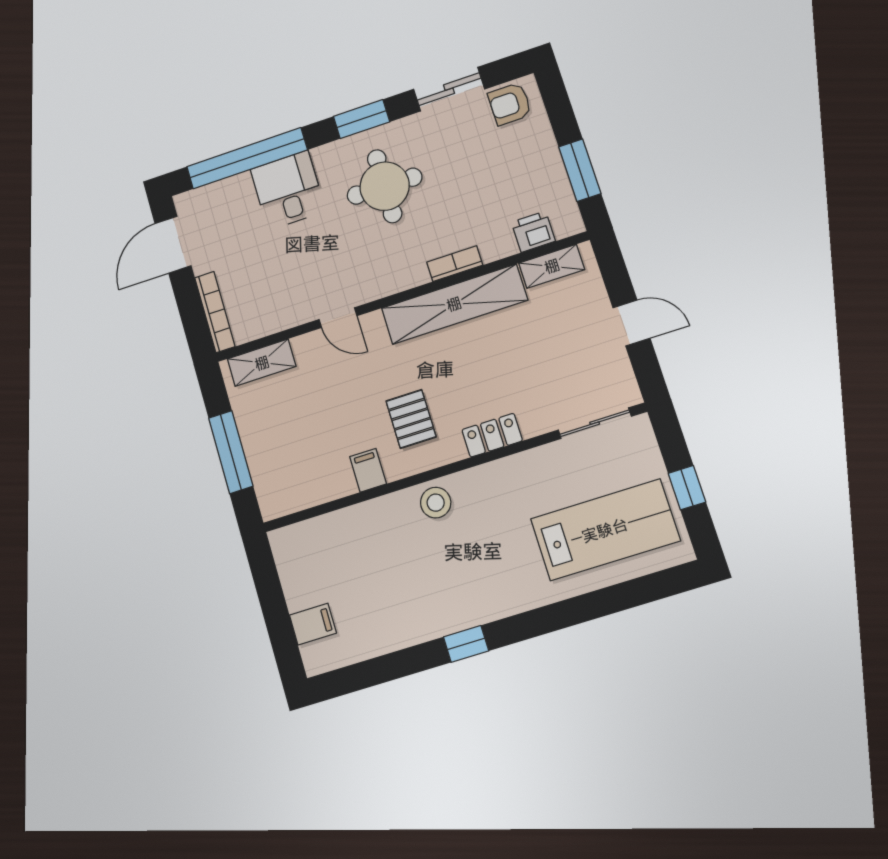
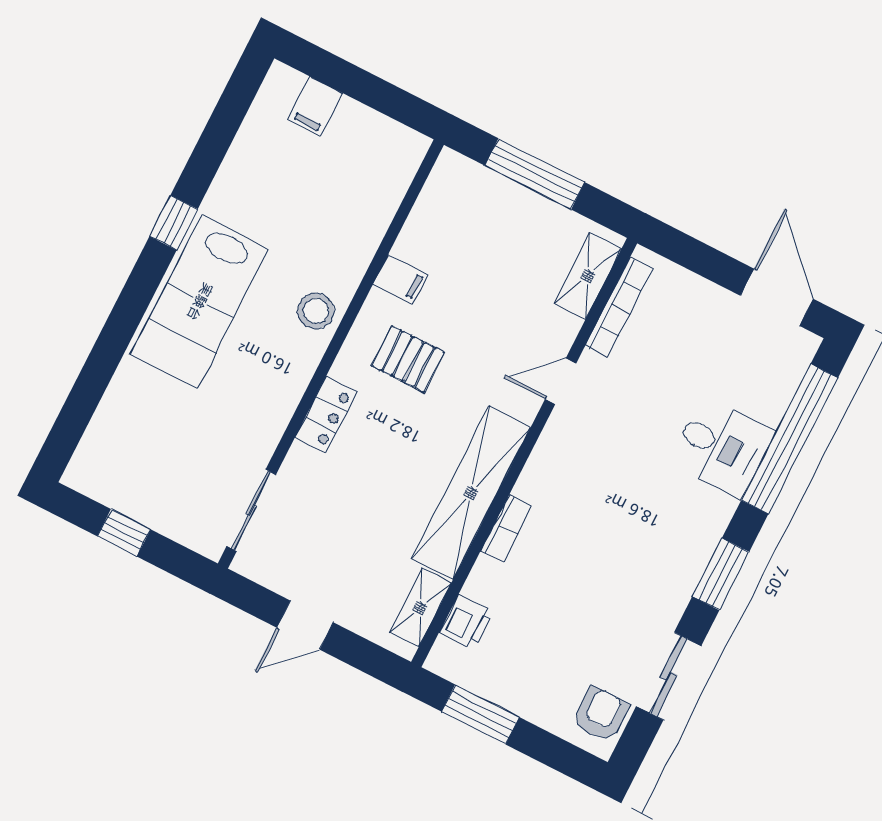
round table: (385, 186) -> (638, 535), removed
bookcase: (215, 312) -> (619, 307), moved, turned -90
lab bench: (605, 530) -> (200, 302), moved

